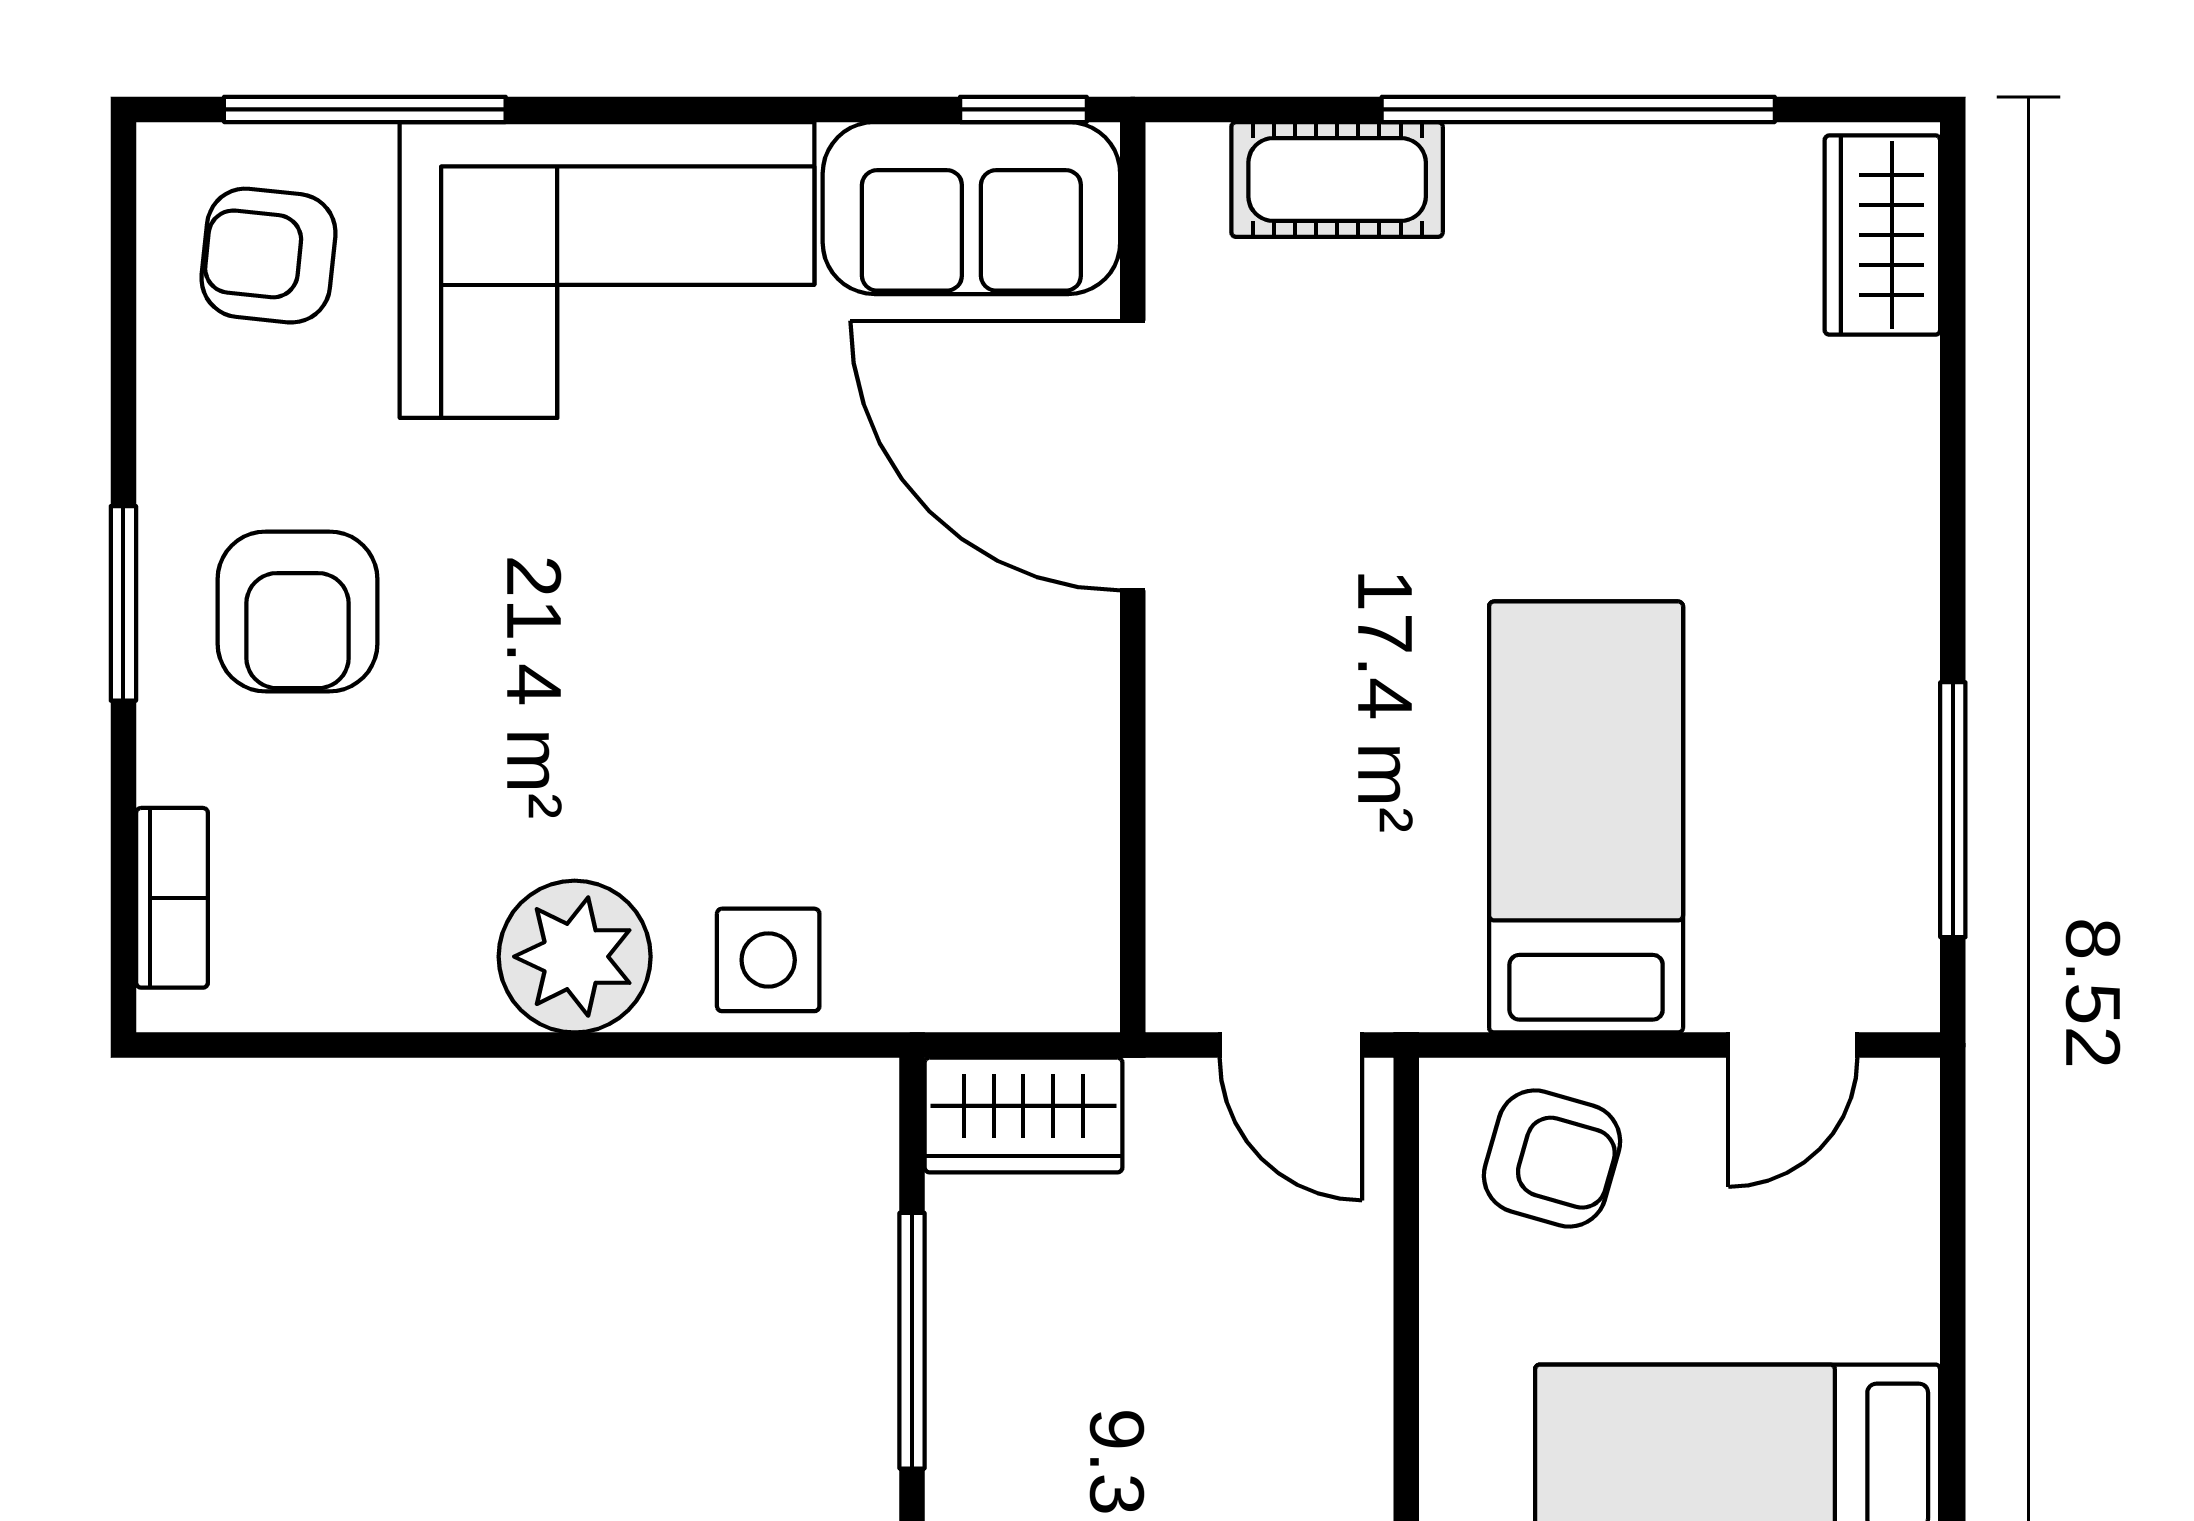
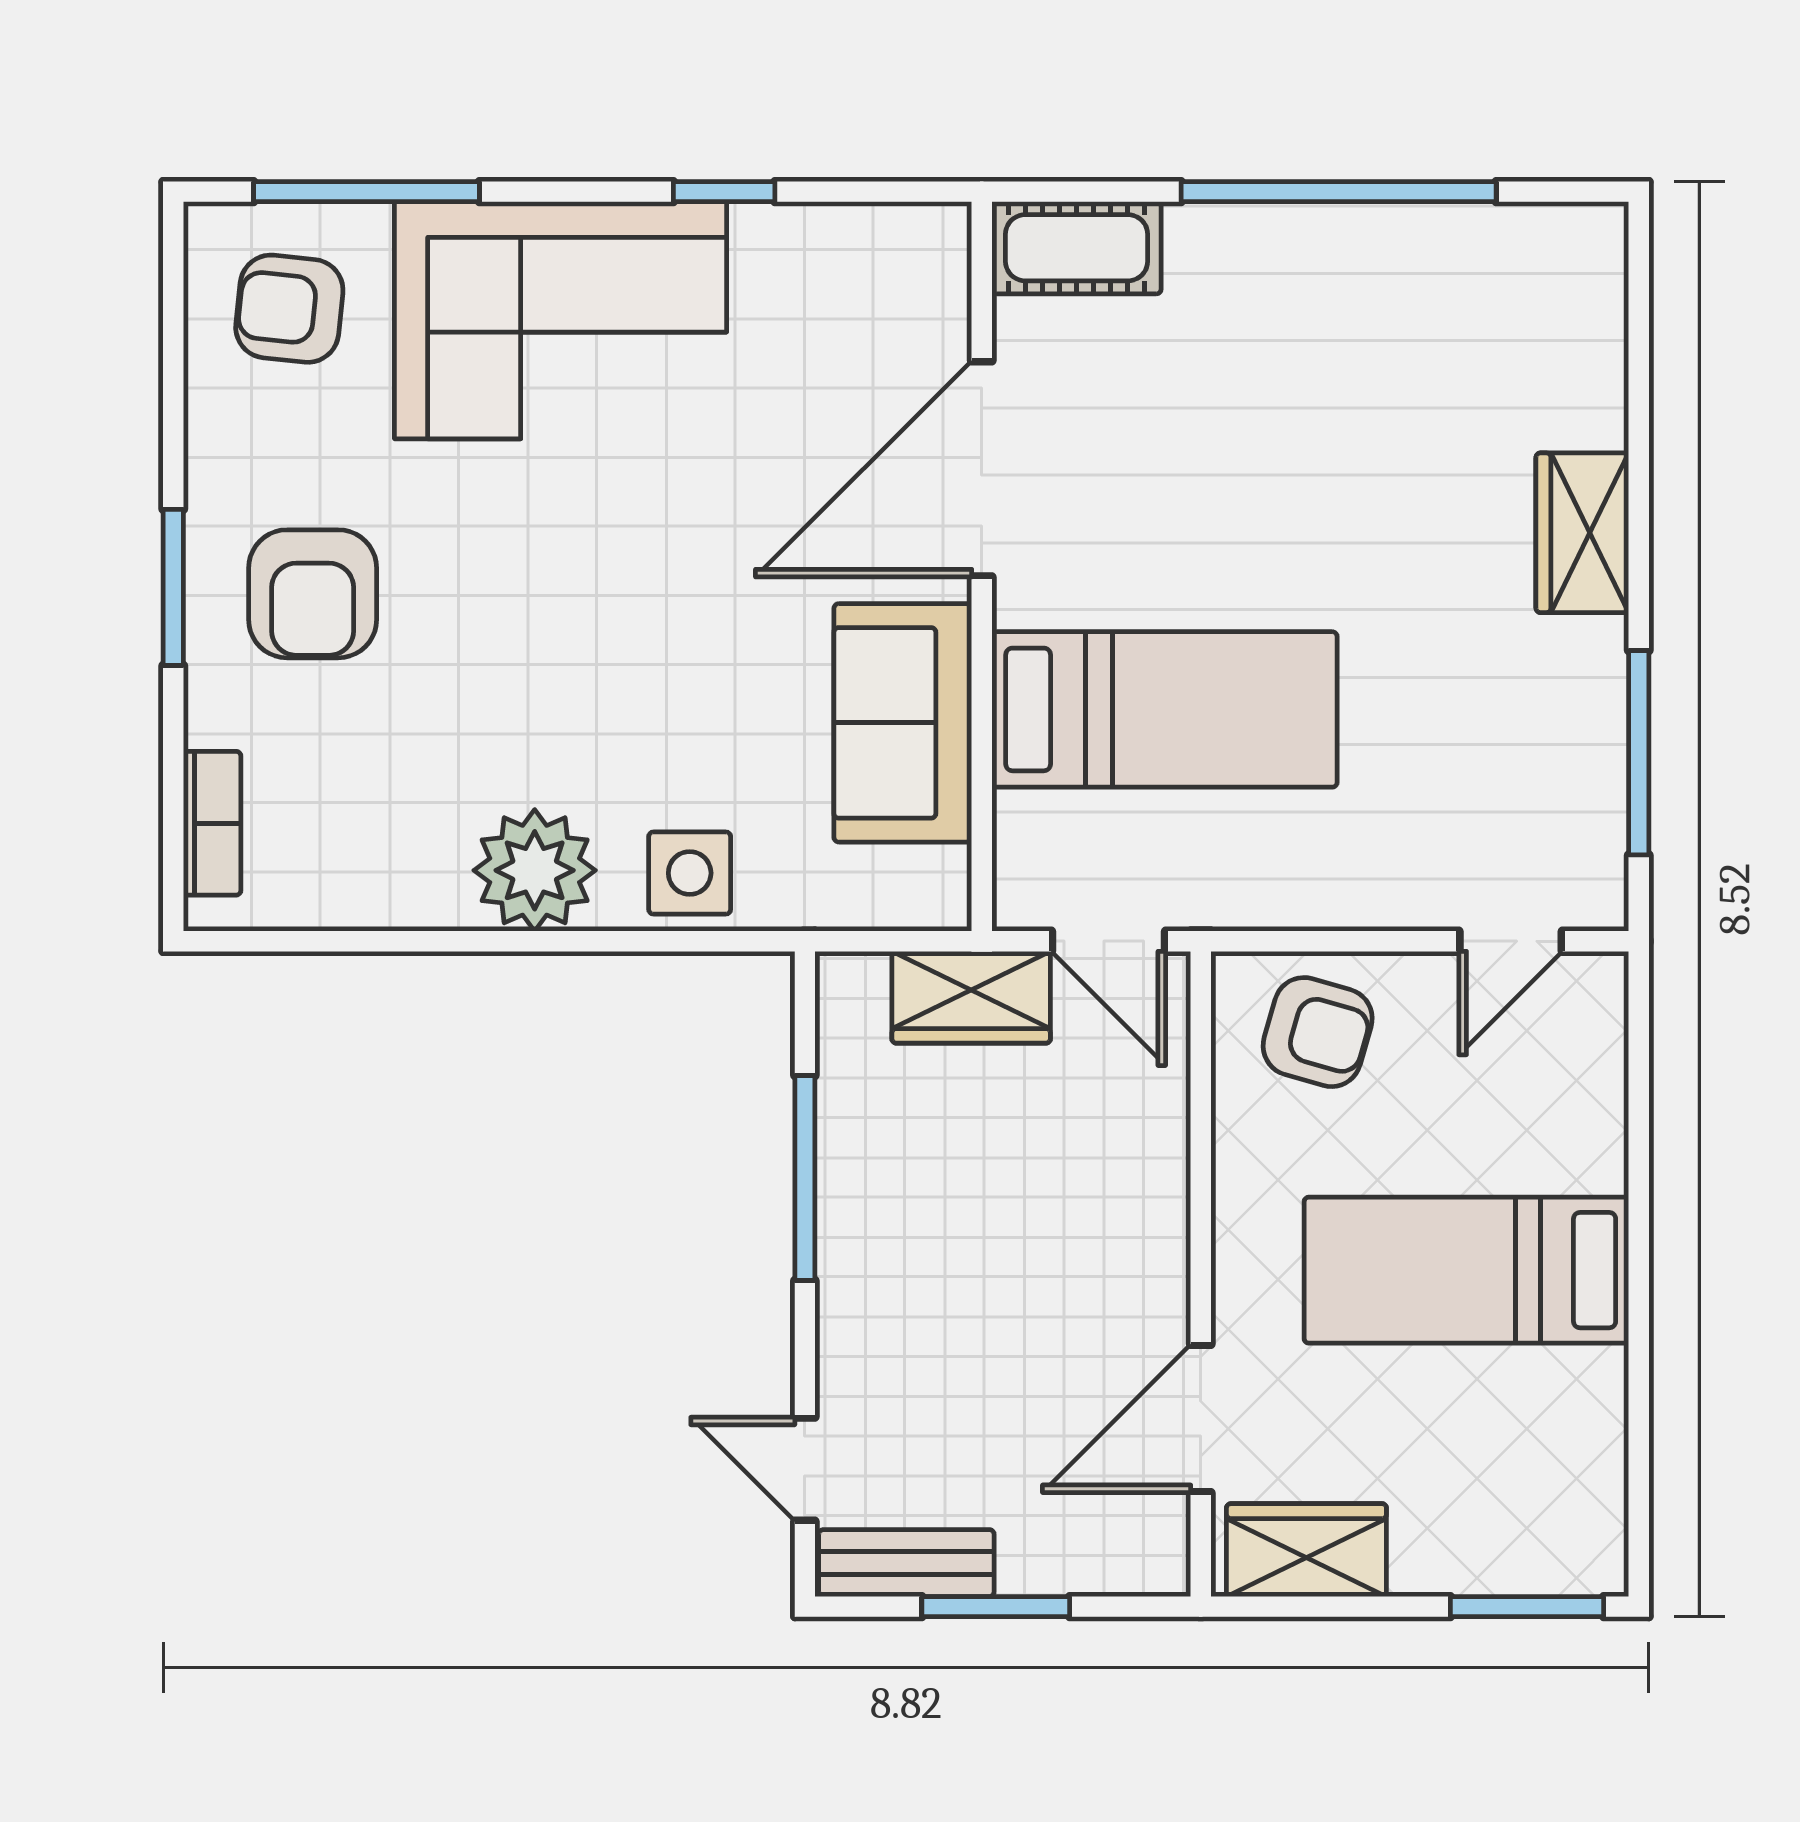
window: (1023, 109) -> (724, 192), moved
cot: (1337, 179) -> (1077, 248), moved
sofa: (971, 208) -> (903, 723), moved, turned 90
wardrobe: (1882, 235) -> (1582, 533), moved
door: (1133, 455) -> (982, 469), hinge flipped
bed: (1586, 817) -> (1165, 709), moved, turned 90
wardrobe: (1023, 1115) -> (971, 997), moved

